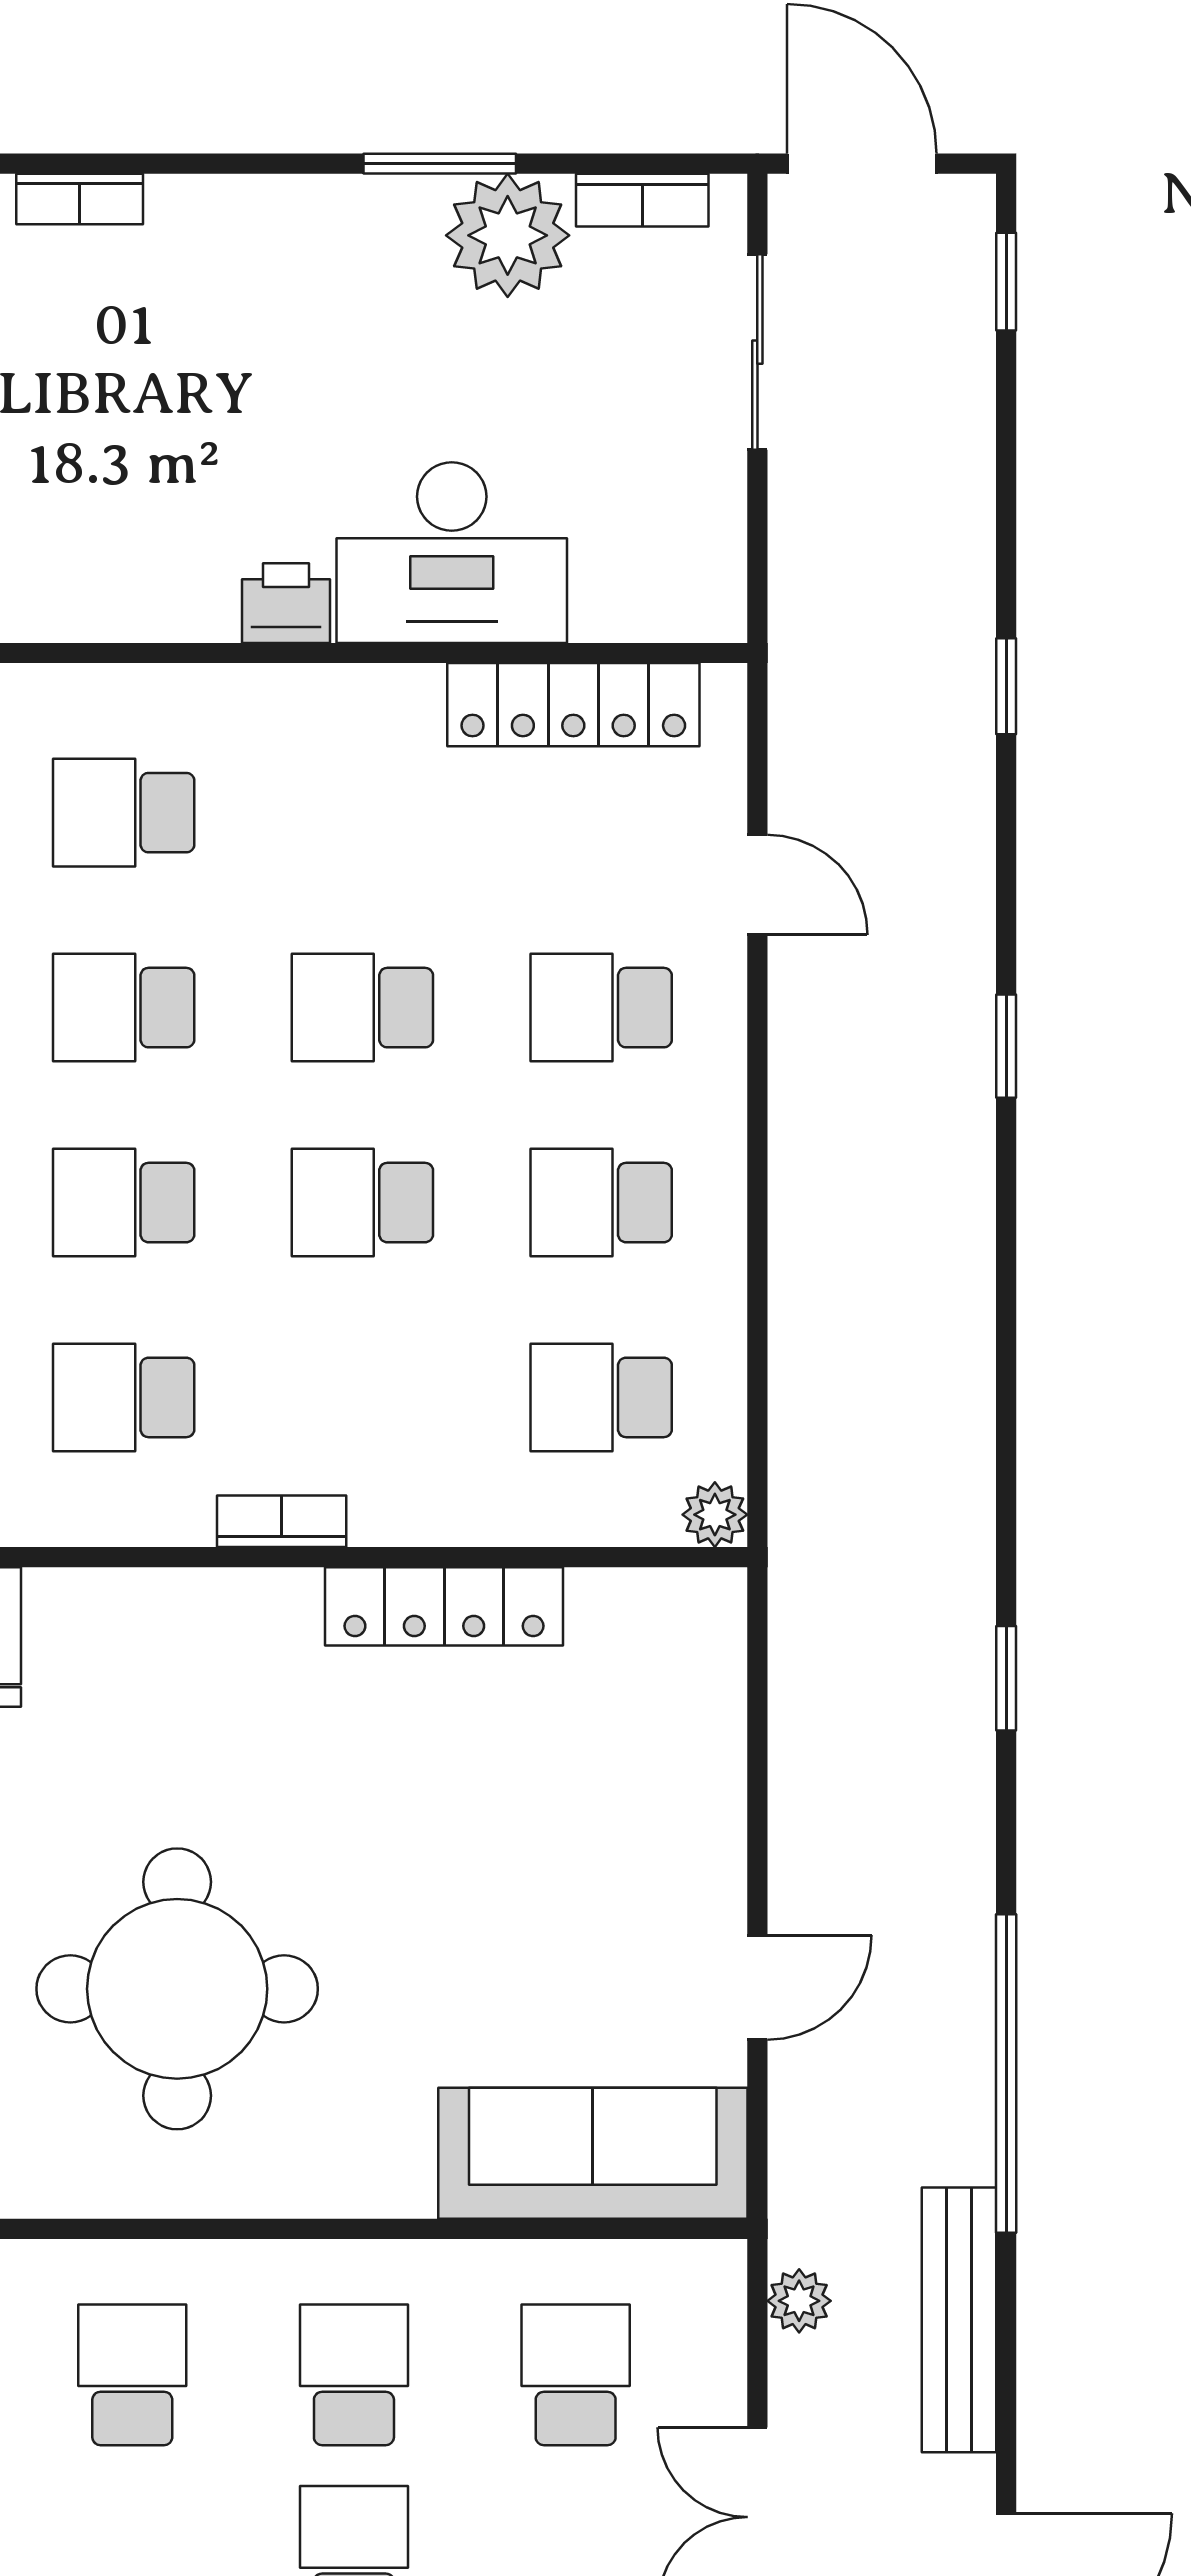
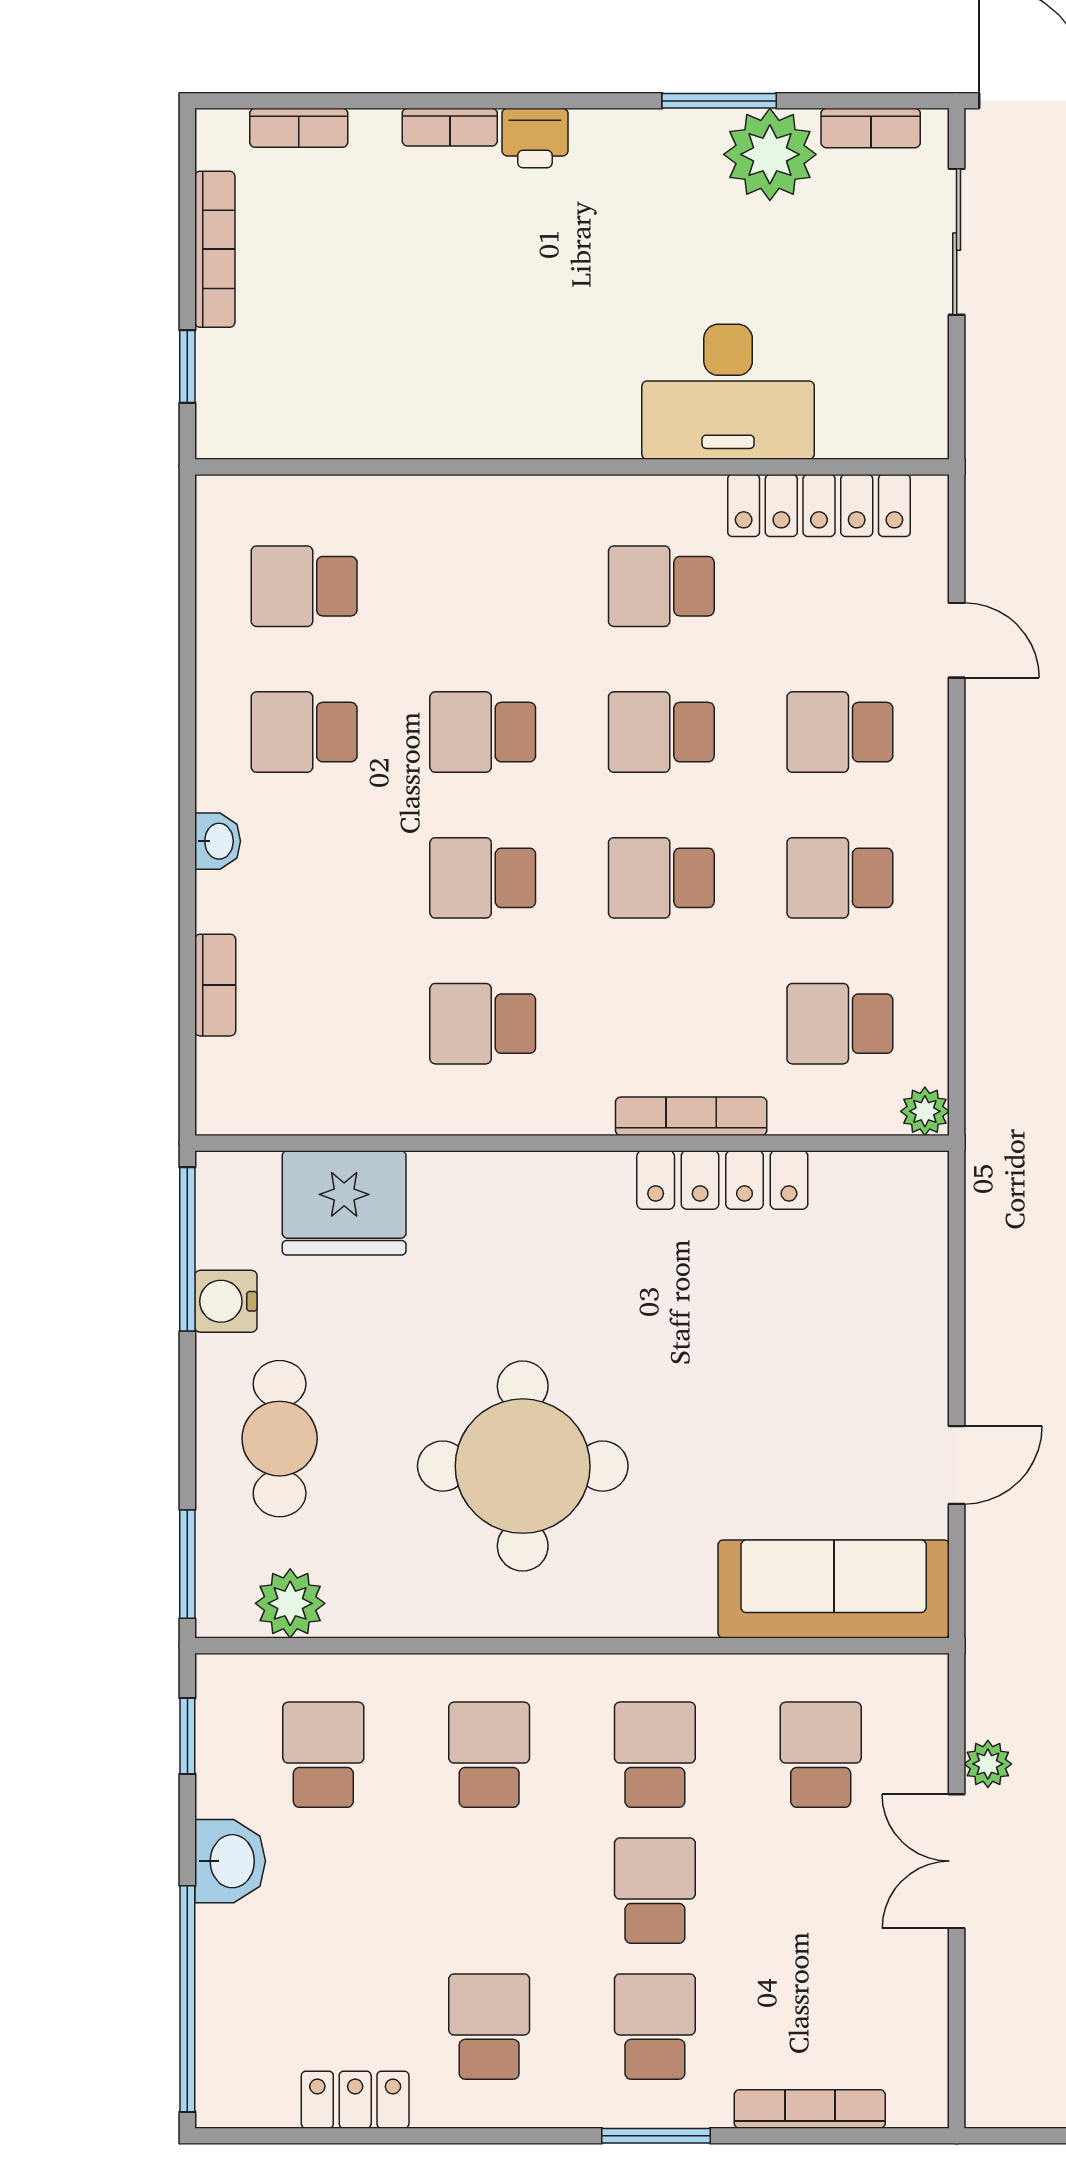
printer: (286, 603) -> (535, 138), moved, turned 180
school desk: (124, 813) -> (661, 586), moved
bookcase: (282, 1521) -> (691, 1116), moved, width x1.56
plant: (799, 2301) -> (988, 1764), moved

